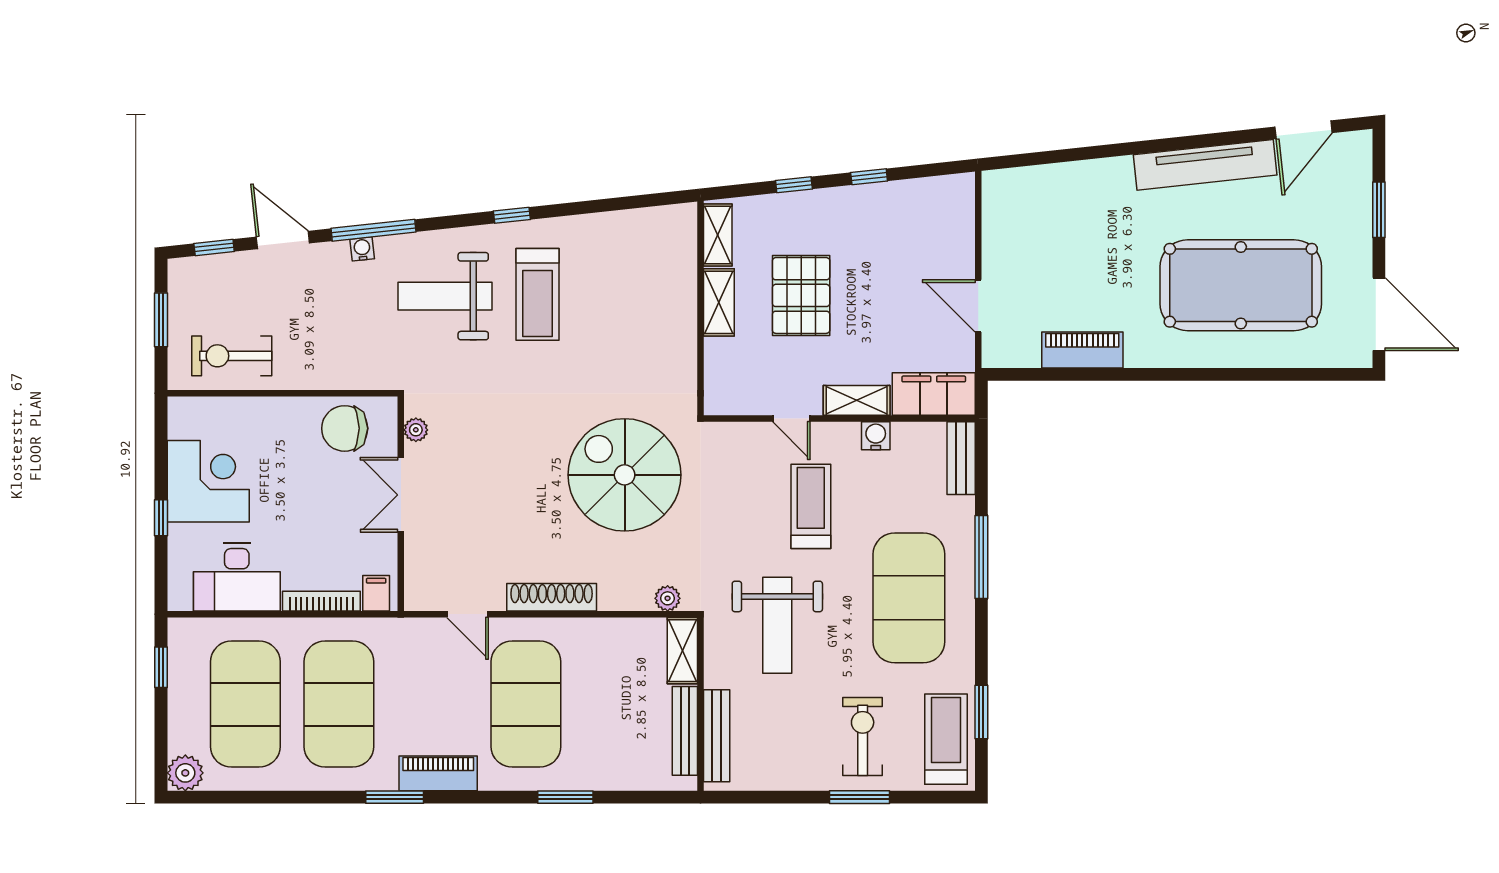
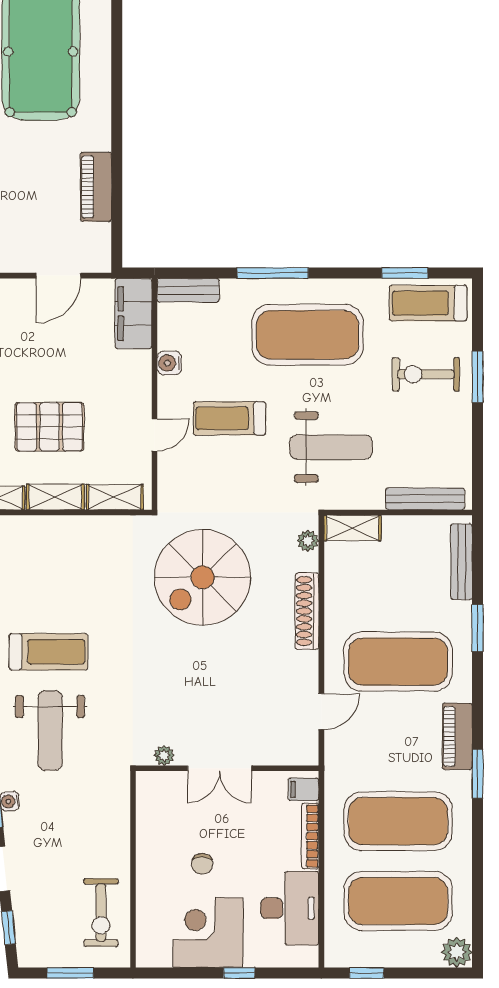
shelving: (857, 400) -> (115, 497), moved, turned 90
chair: (345, 428) -> (202, 864), moved, width x0.54, depth x0.54
shoe rack: (552, 597) -> (307, 611), moved
bench: (685, 731) -> (462, 562), moved, turned 90

